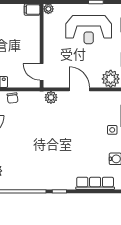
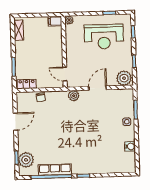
door: (79, 89) -> (98, 88), hinge flipped
row of seats: (95, 183) -> (55, 170), moved

